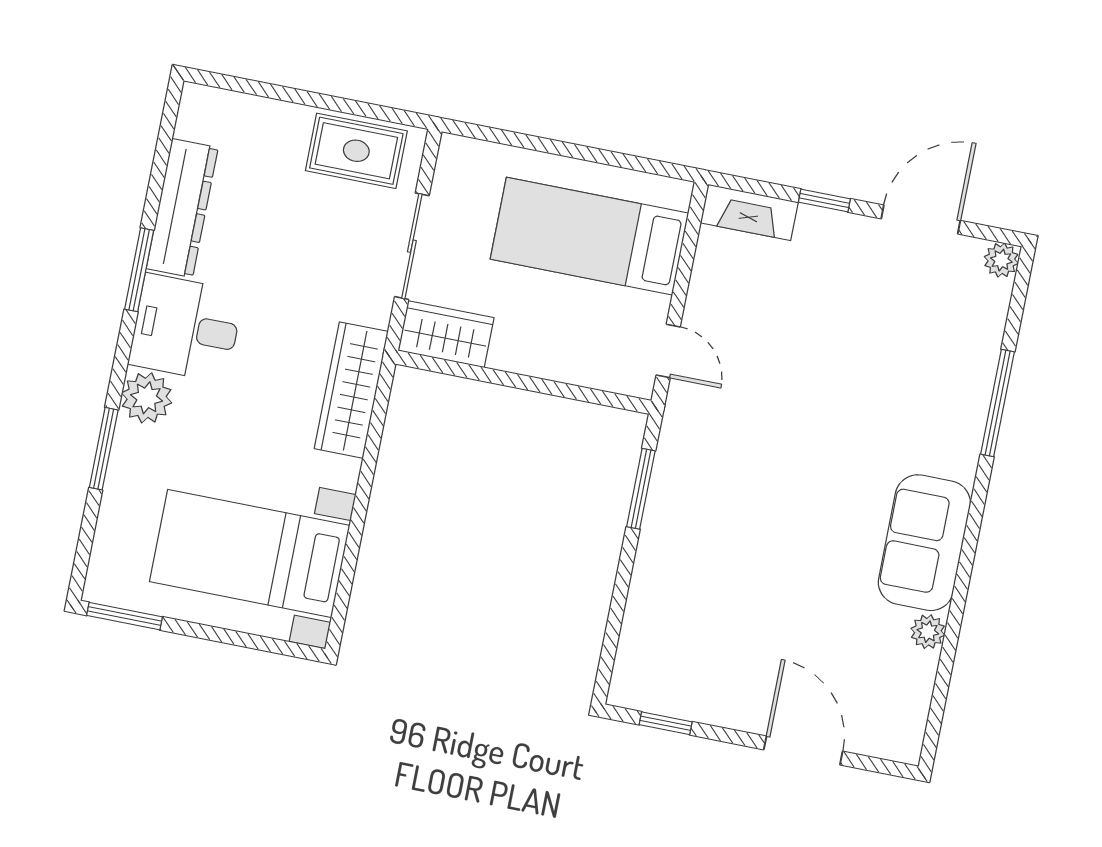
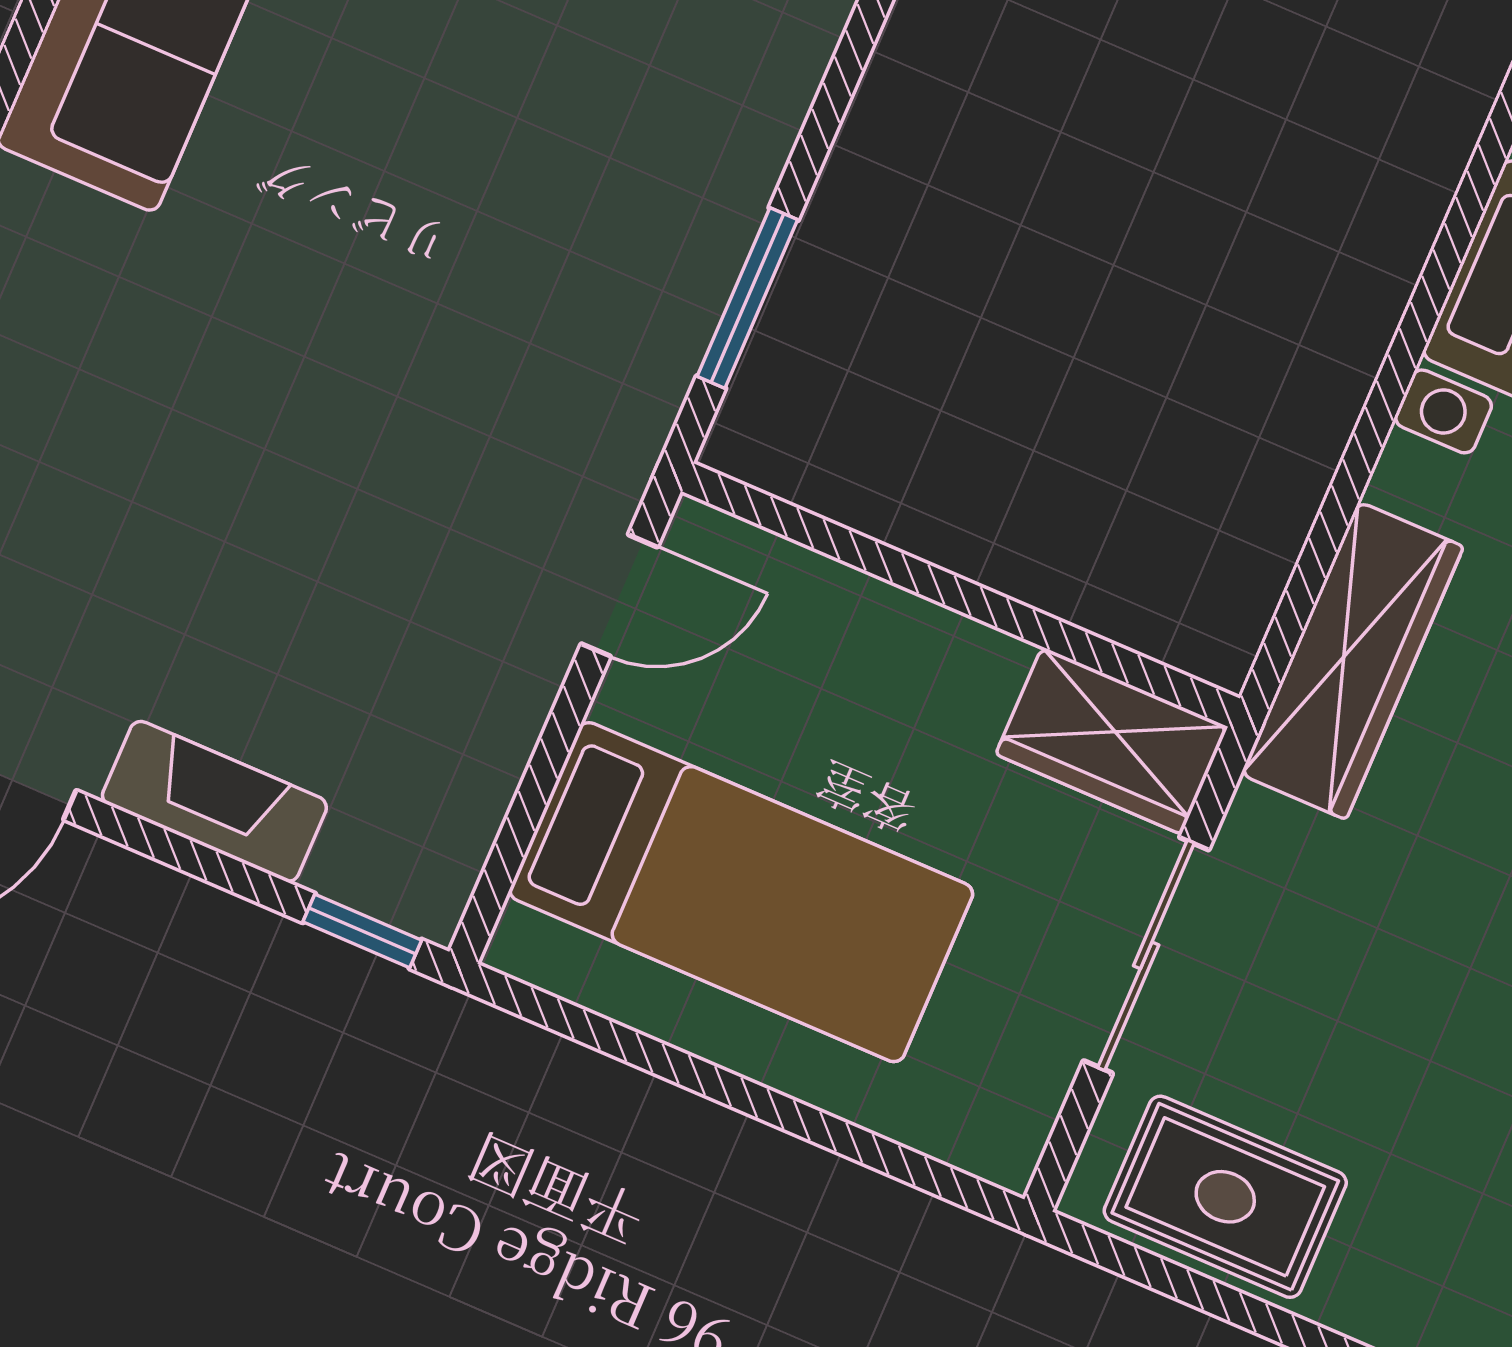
window: (824, 201) -> (362, 931), moved
fireplace: (749, 212) -> (214, 801), moved
door: (668, 351) -> (619, 595), swing flipped

